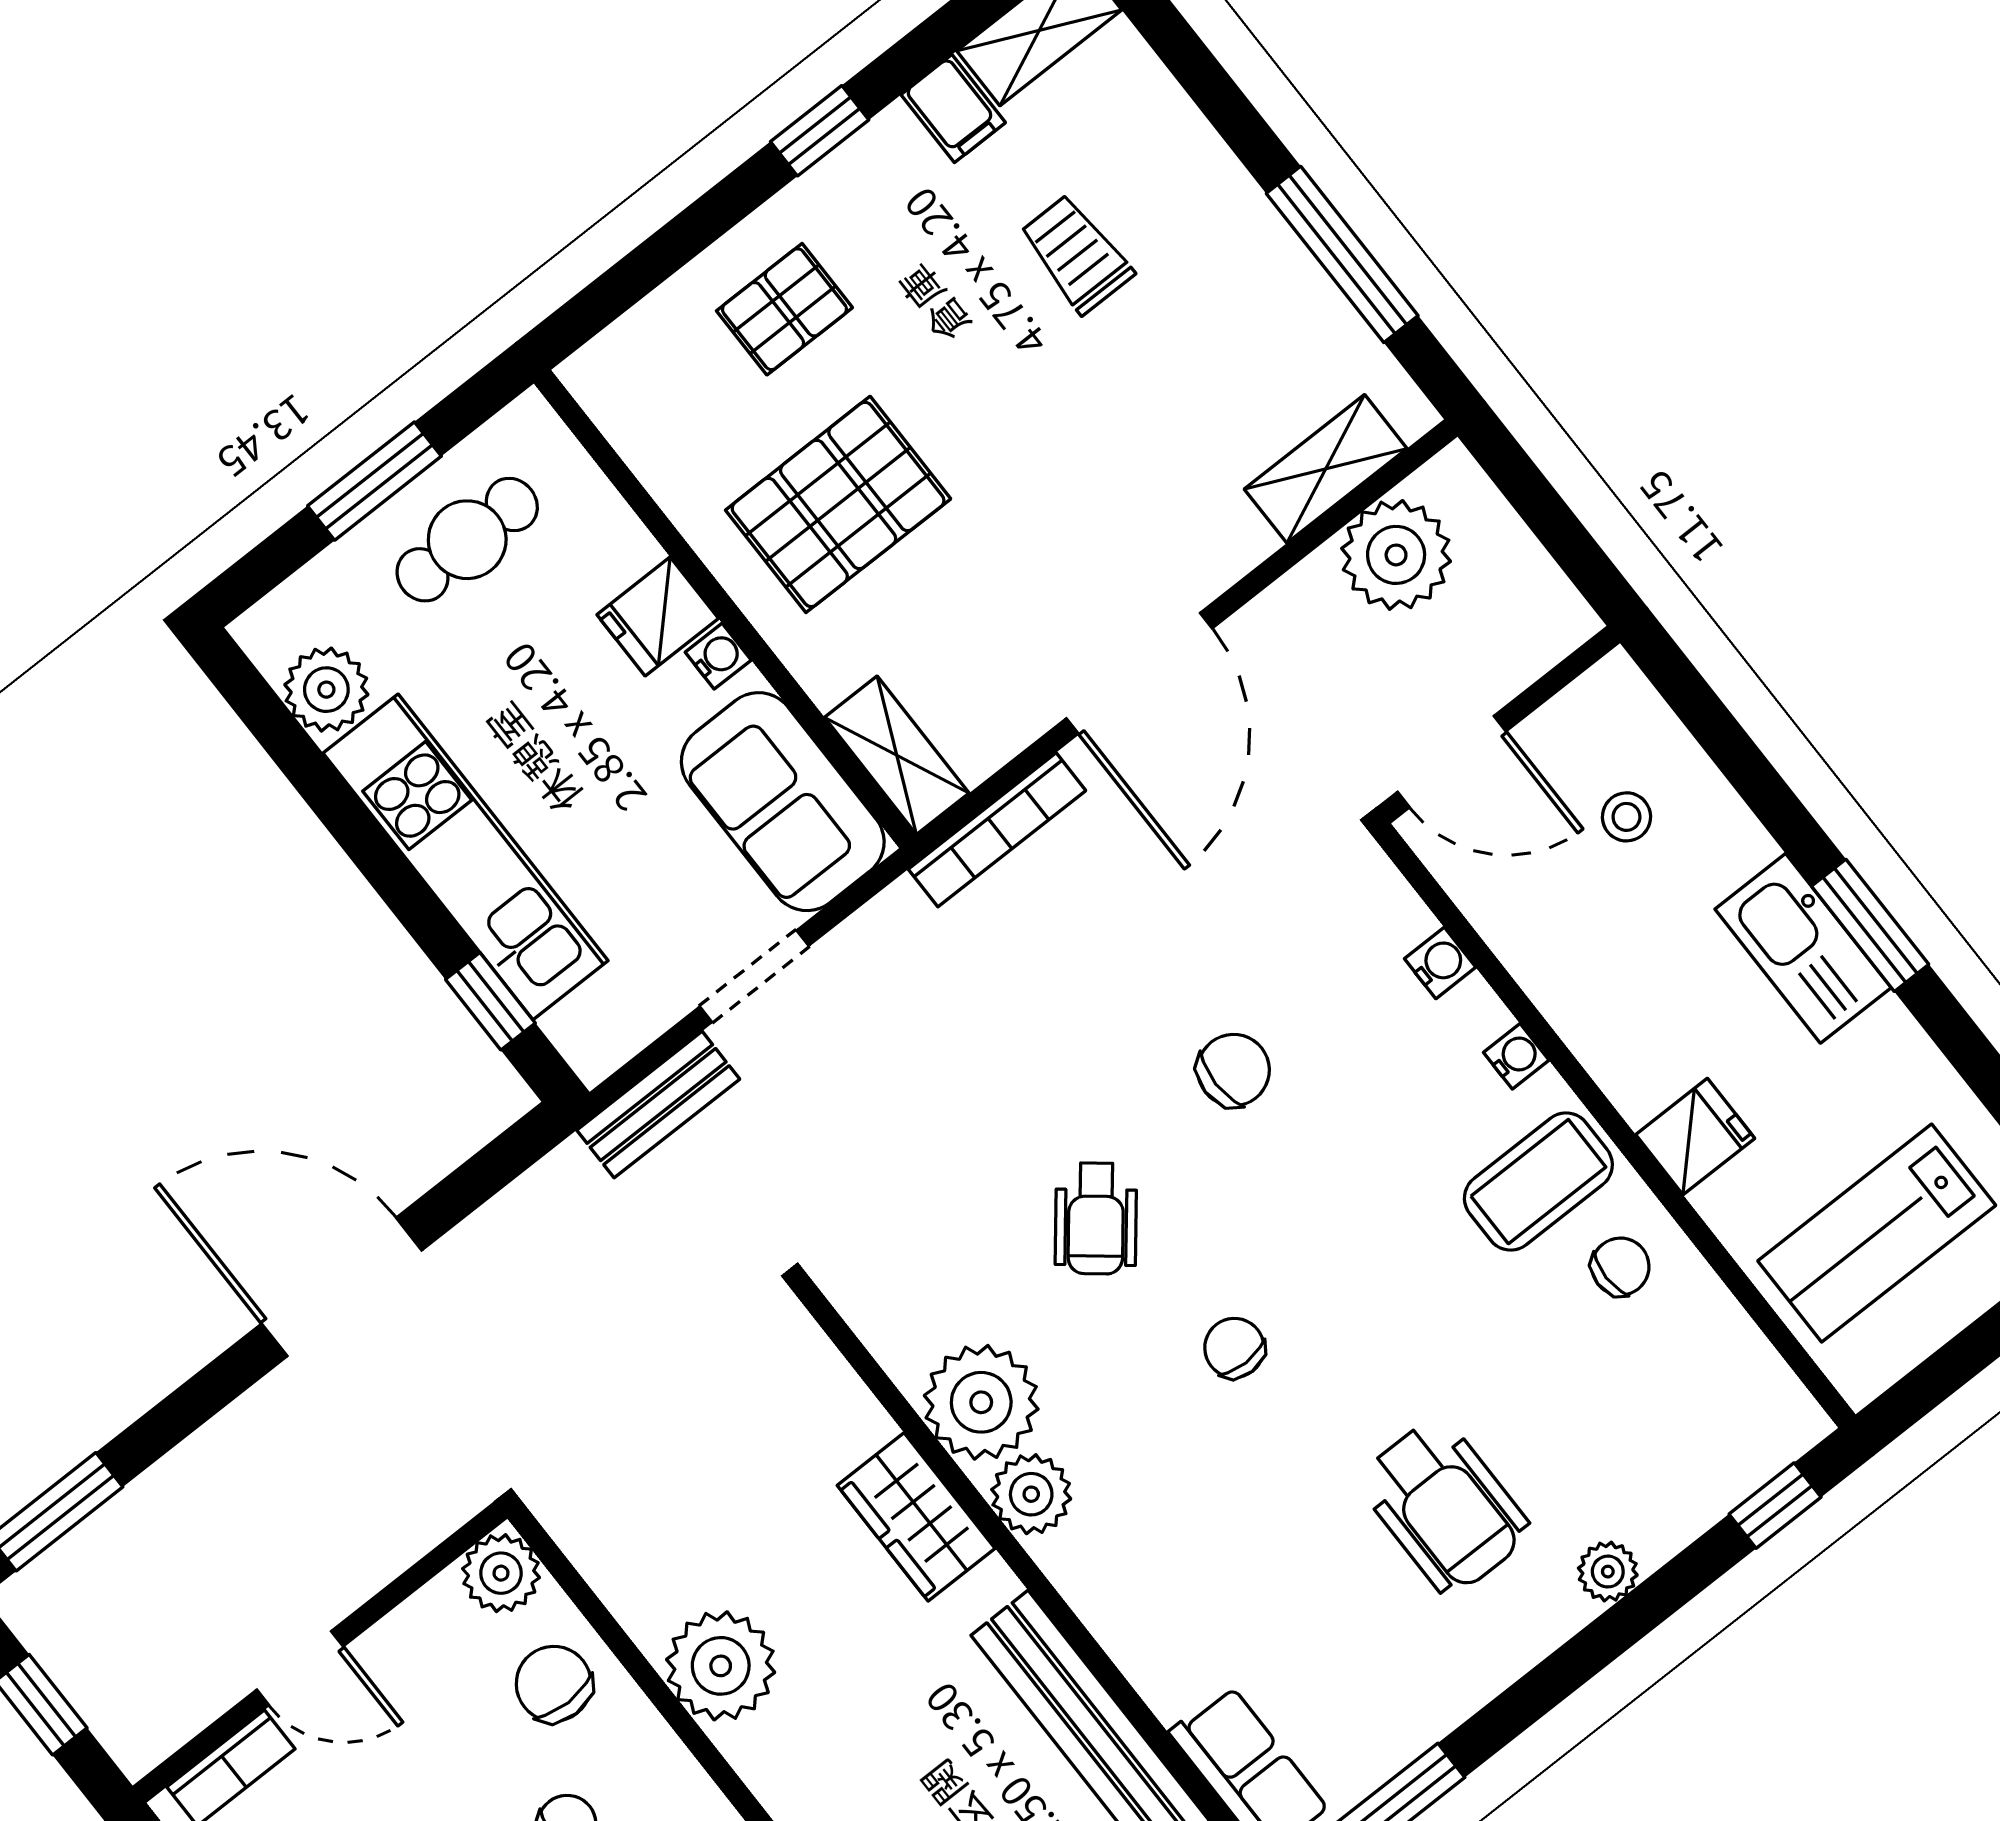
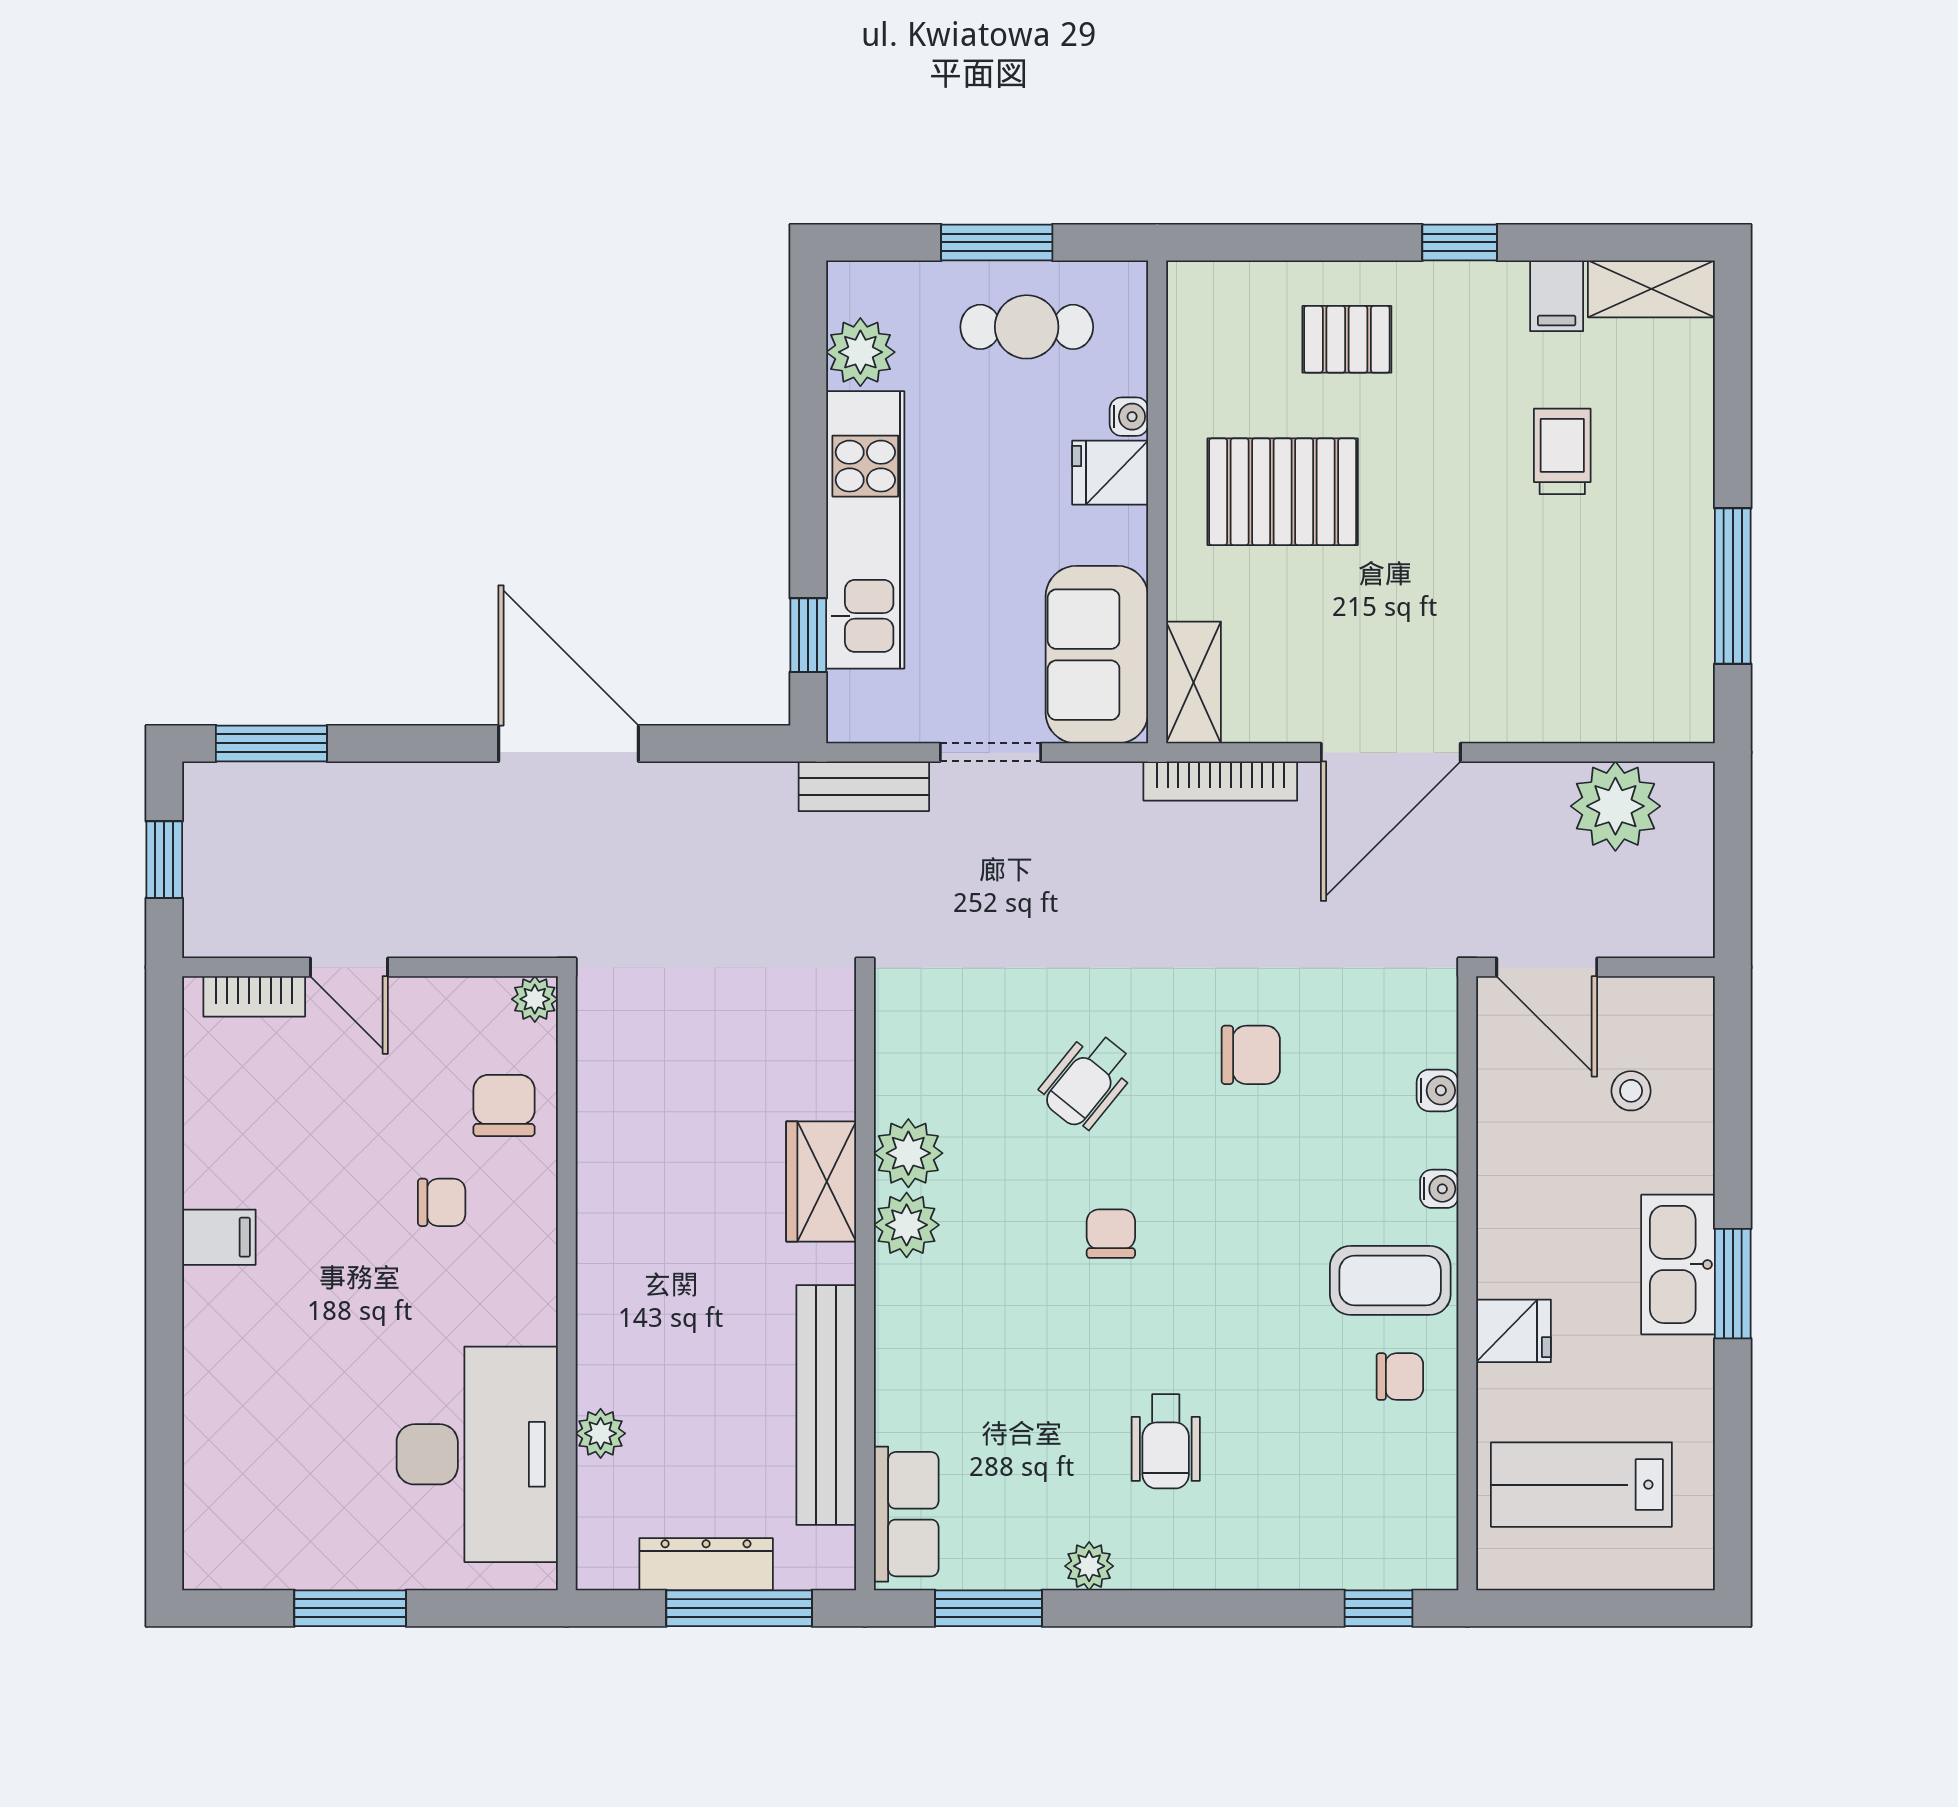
shelving: (1326, 469) -> (1614, 715), removed
water cooler: (718, 656) -> (1129, 417), moved
plant: (981, 1402) -> (908, 1153), width x0.73, depth x0.73
wheelchair: (1444, 1506) -> (1166, 1441), width x0.73, depth x0.73
plant: (1608, 1572) -> (1089, 1566), moved
plant: (501, 1573) -> (535, 999), width x0.73, depth x0.73
plant: (721, 1666) -> (620, 1178), removed

